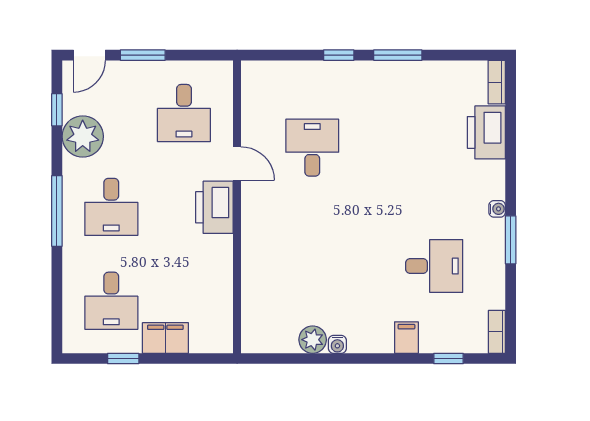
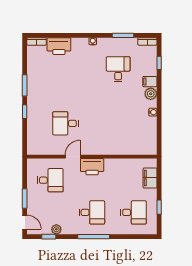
plant: (83, 136) -> (56, 229), width x0.53, depth x0.53
window: (511, 240) -> (123, 35), moved
filing cabinet: (165, 338) -> (150, 178), moved
plant: (313, 340) -> (151, 94), moved

